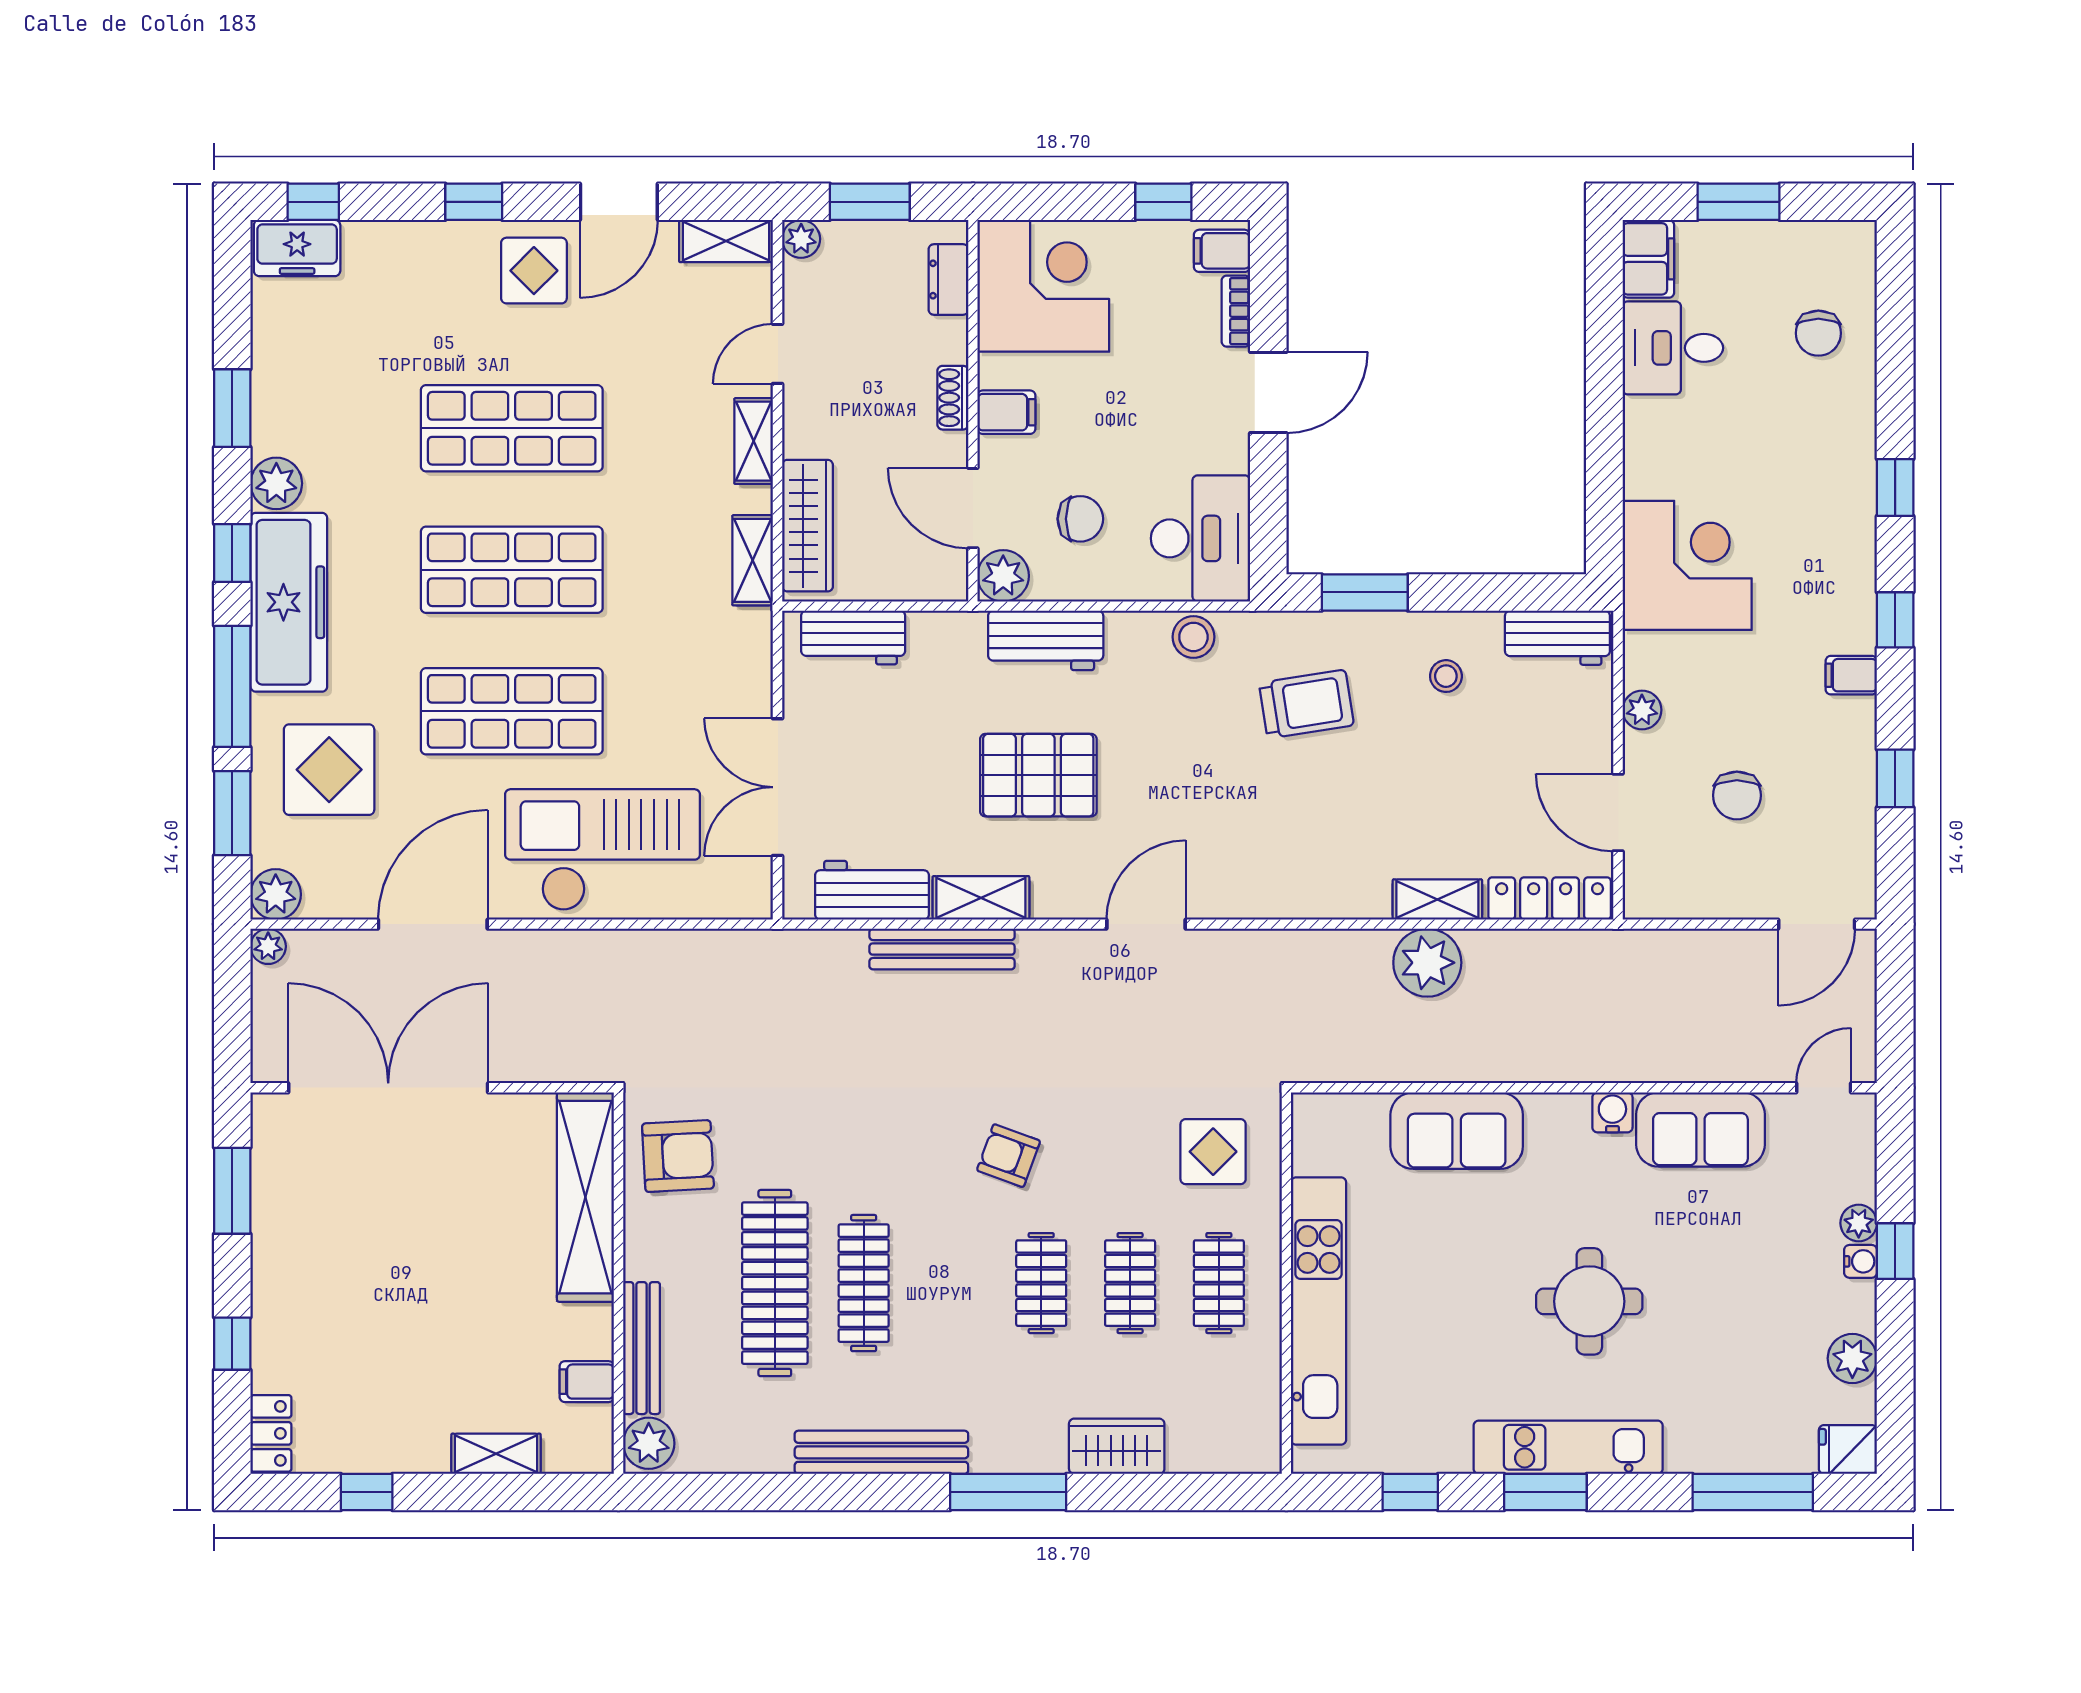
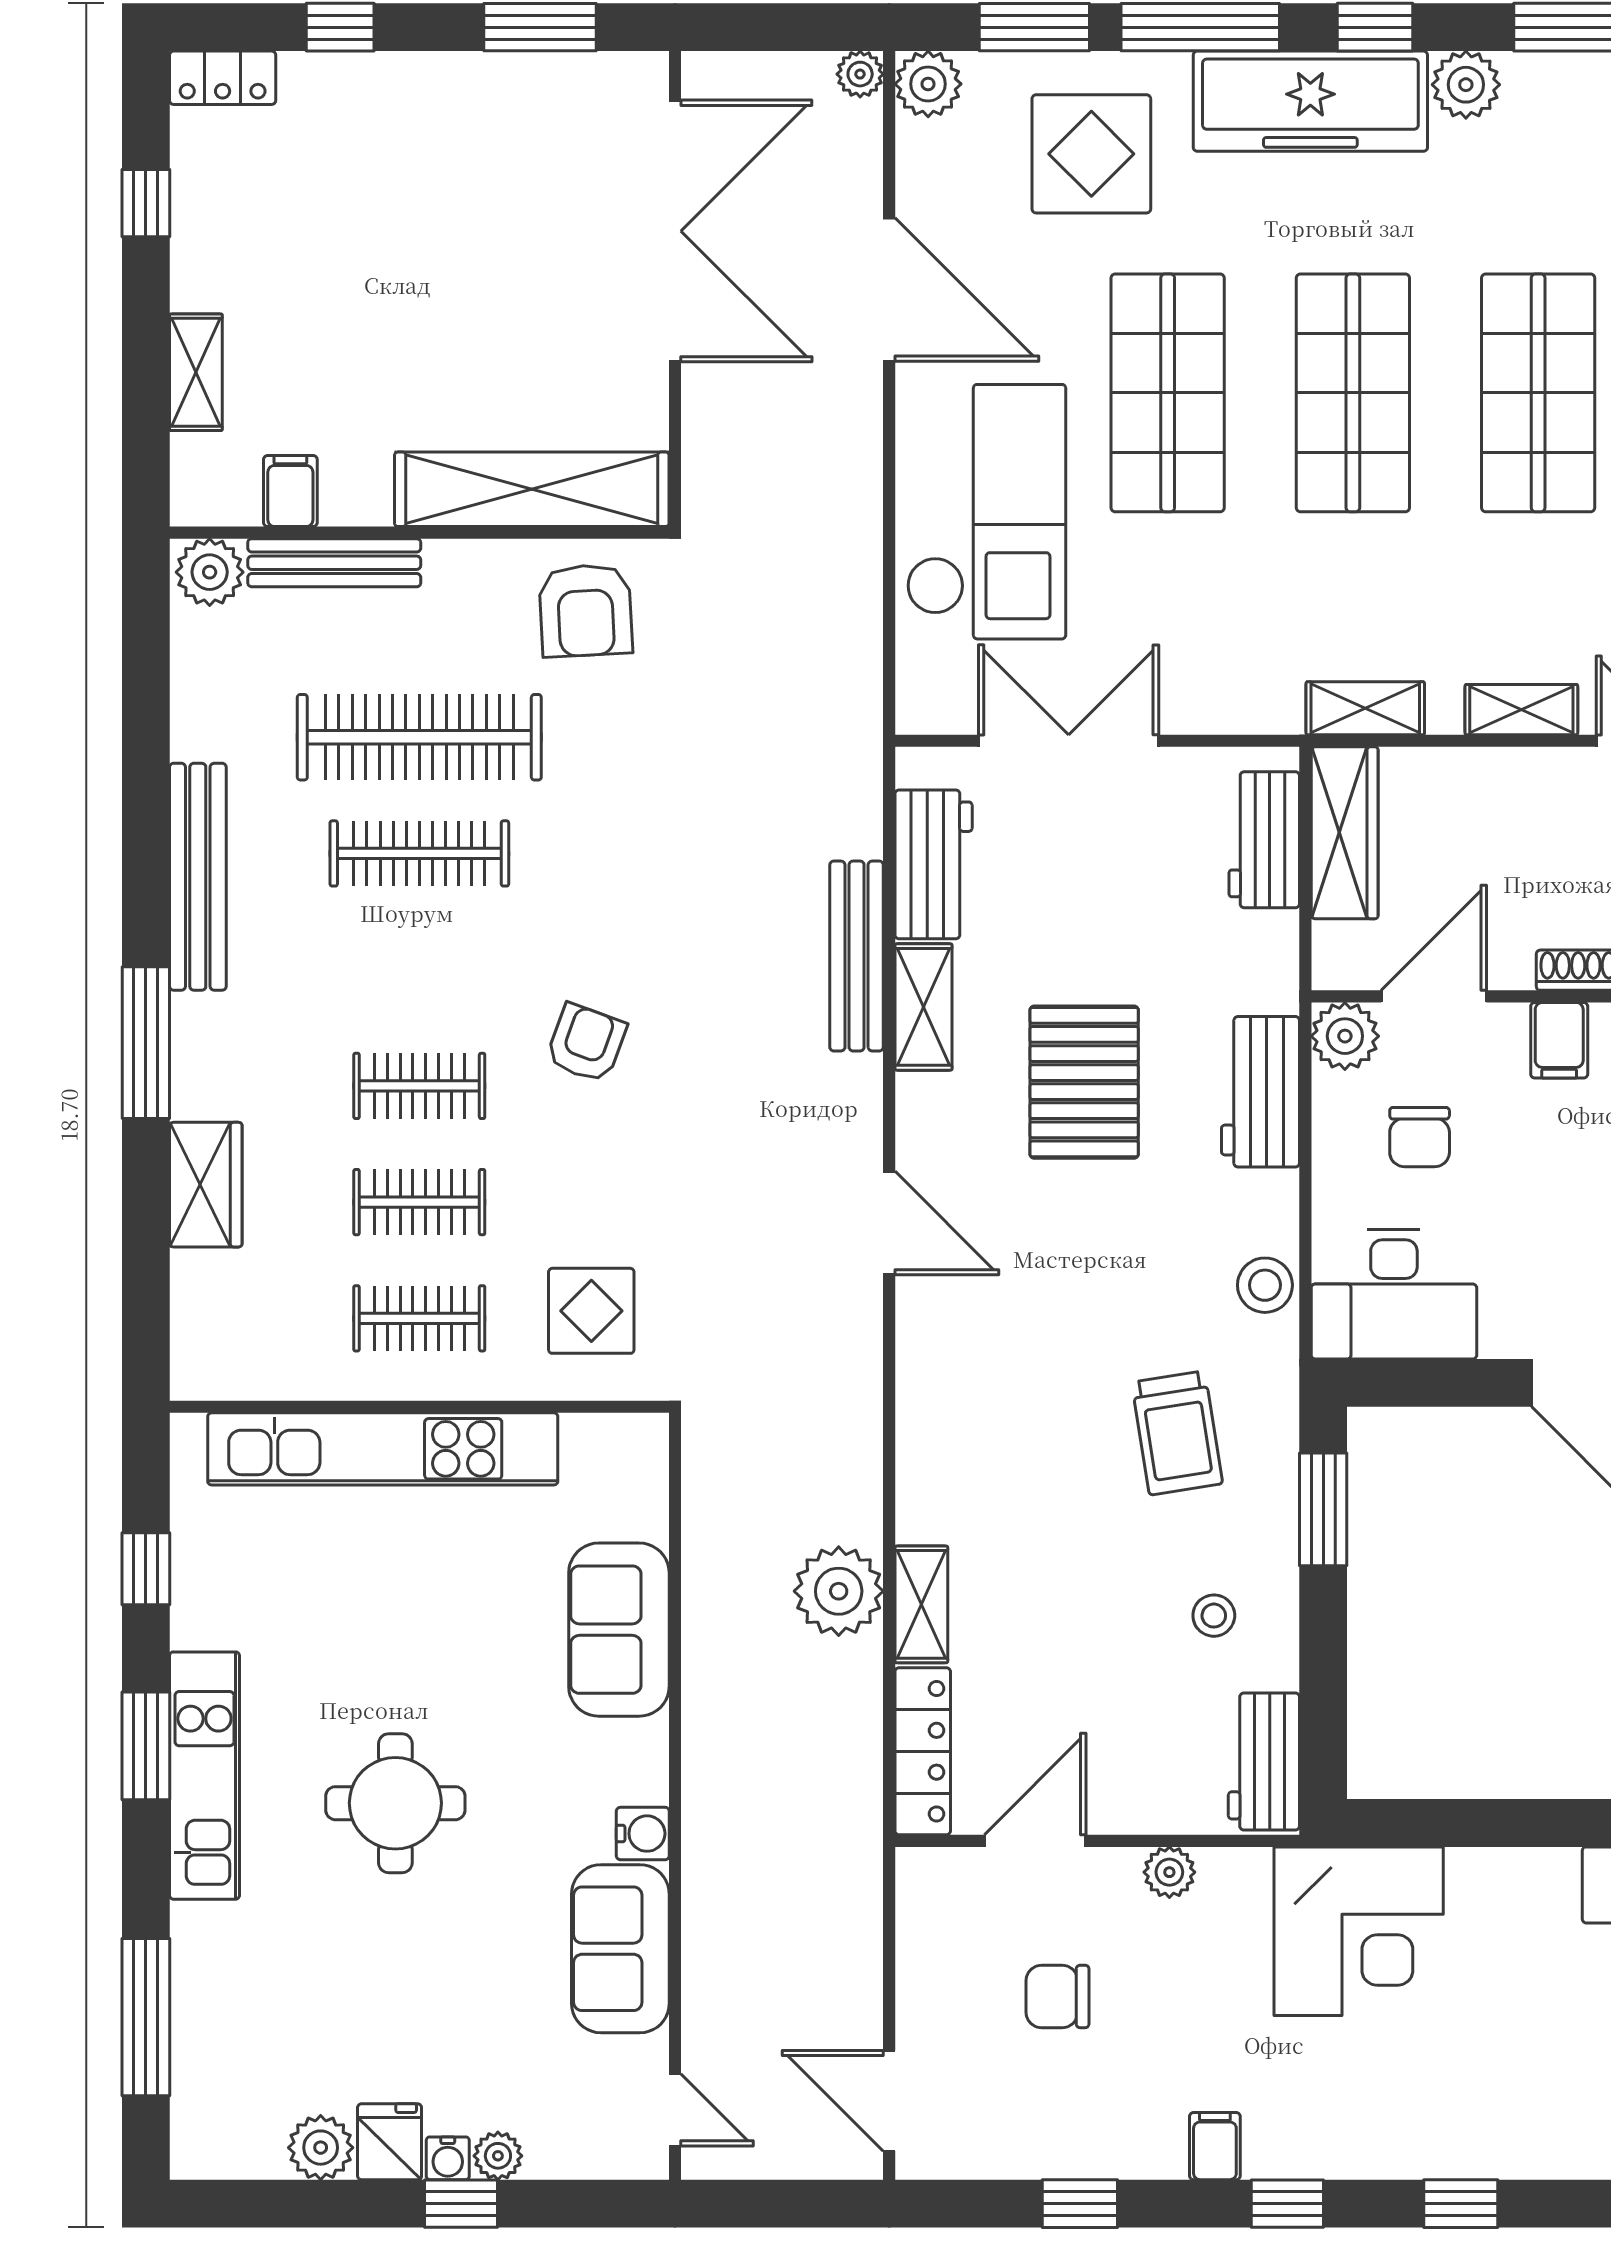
wardrobe: (807, 526) -> (1345, 833), moved, turned -90
fridge: (1848, 1449) -> (390, 2142), moved

